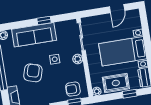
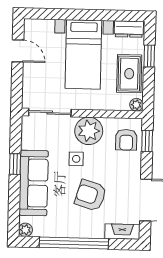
plant: (78, 59) -> (89, 131), width x1.88, depth x1.88

